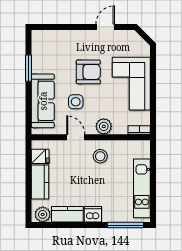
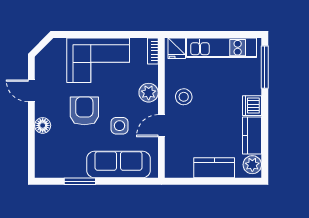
floor lamp: (76, 36) -> (43, 125), added
fridge: (40, 156) -> (177, 48), moved, turned 180

